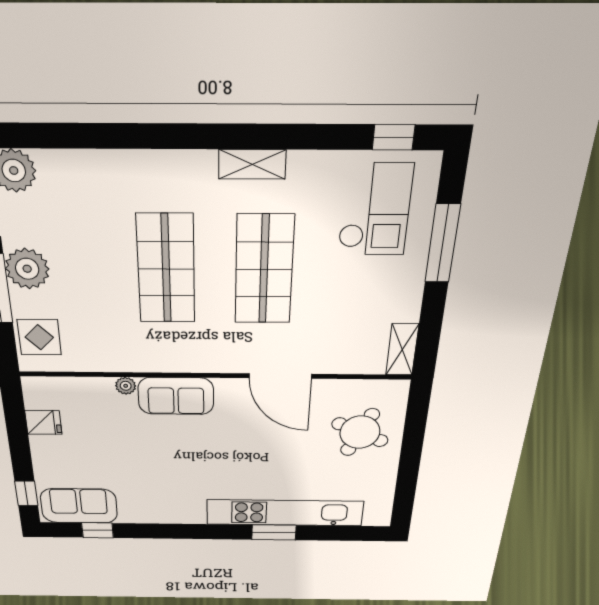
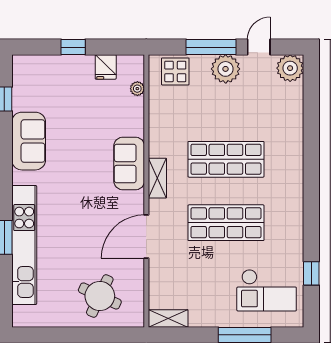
window: (394, 137) -> (311, 273), moved
shelving: (252, 164) -> (157, 178), moved
plant: (126, 386) -> (137, 89), moved
window: (26, 493) -> (73, 47), moved
sofa: (79, 506) -> (29, 141), moved

